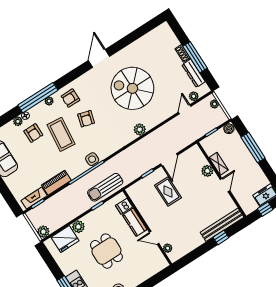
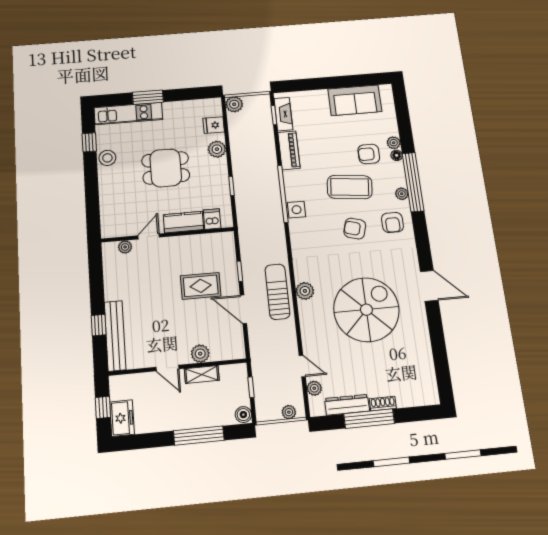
armchair: (71, 98) -> (392, 222), turned 180
sun lounger: (105, 187) -> (277, 292), moved
fridge: (65, 239) -> (214, 125), width x0.53, depth x0.75

